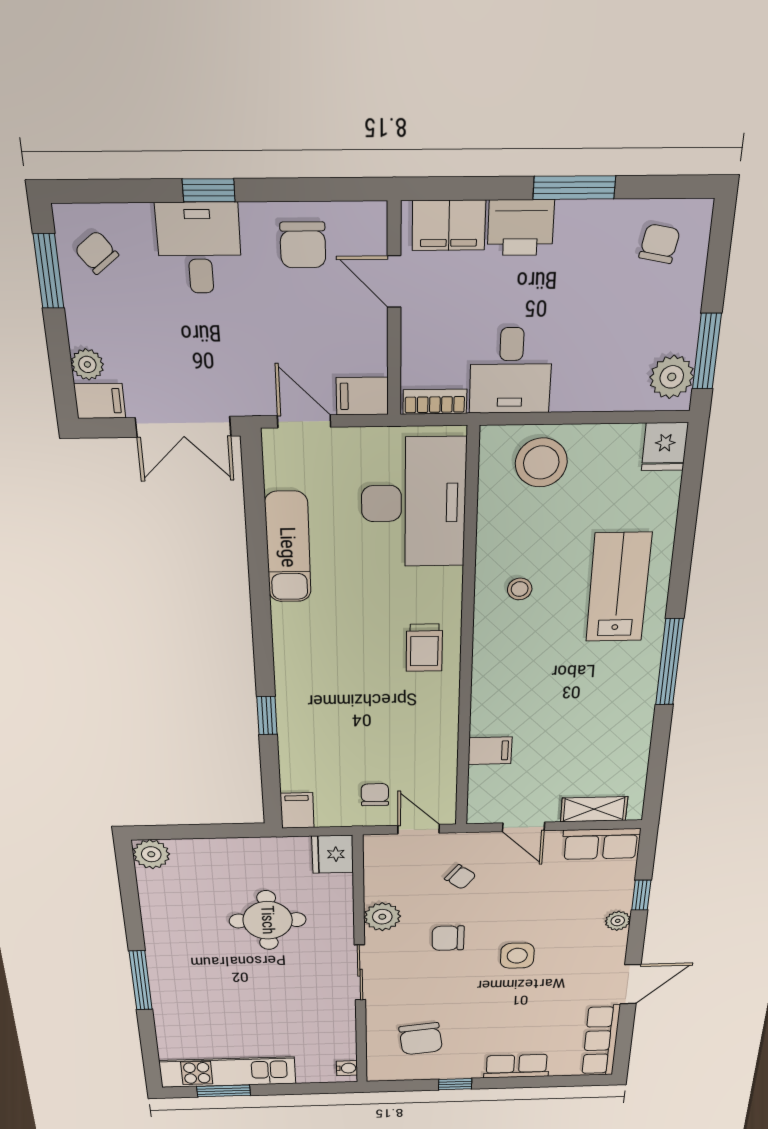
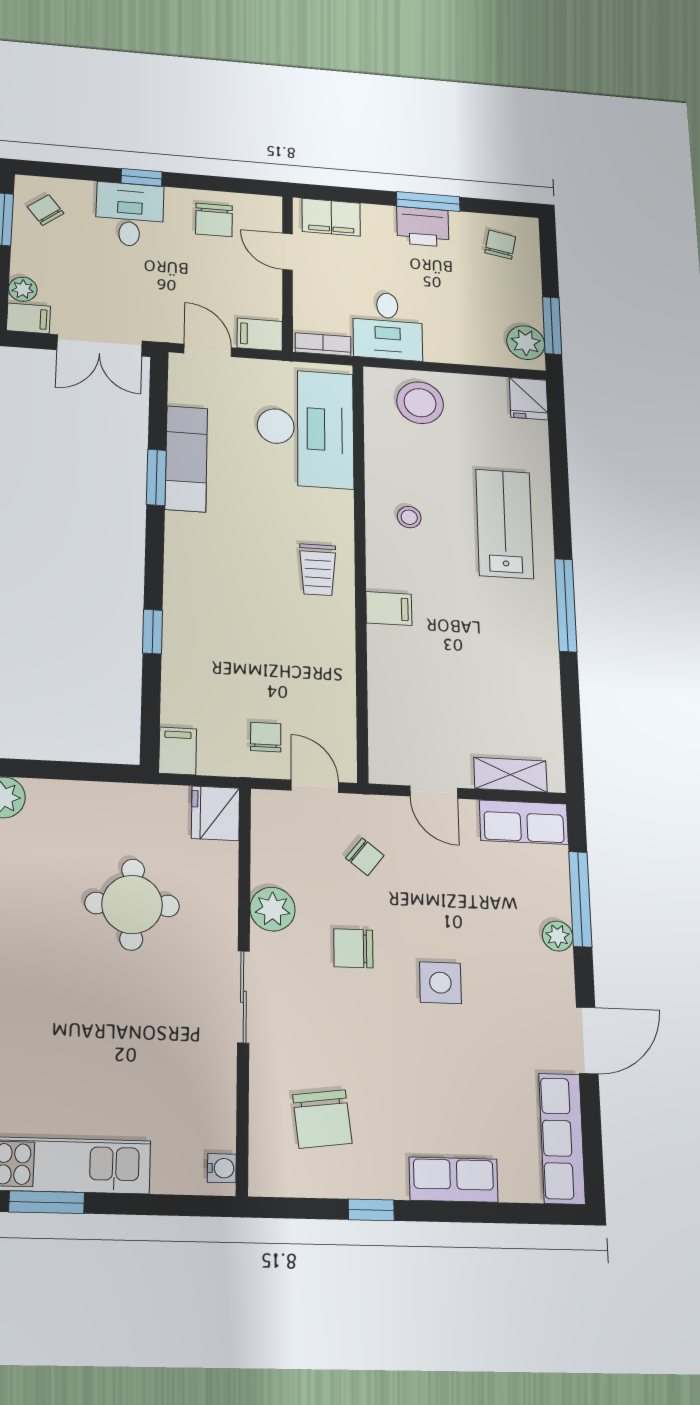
printer: (521, 228) -> (423, 227), moved
window: (259, 570) -> (156, 477), added
filing cabinet: (490, 751) -> (389, 608), moved
window: (641, 895) -> (580, 899), width x2.17

